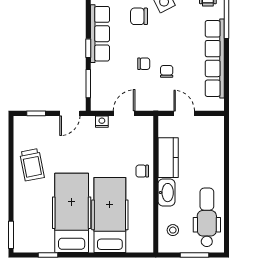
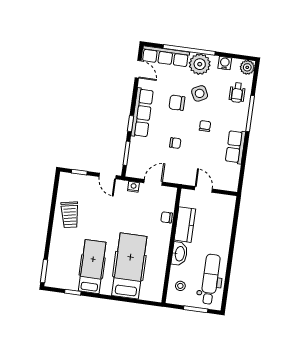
row of seats: (215, 59) -> (235, 147), width x0.50
chair: (167, 71) -> (205, 126), moved
door: (70, 113) -> (108, 176), hinge flipped
chair: (142, 171) -> (167, 217), moved
hospital bed: (72, 213) -> (92, 267), width x0.73, depth x0.78

